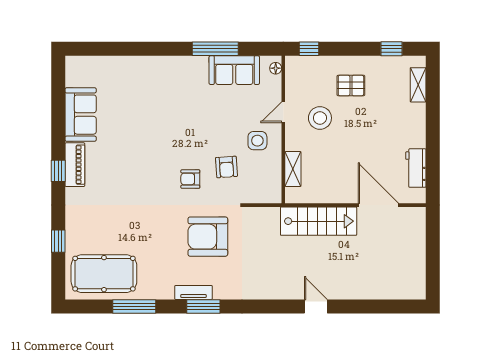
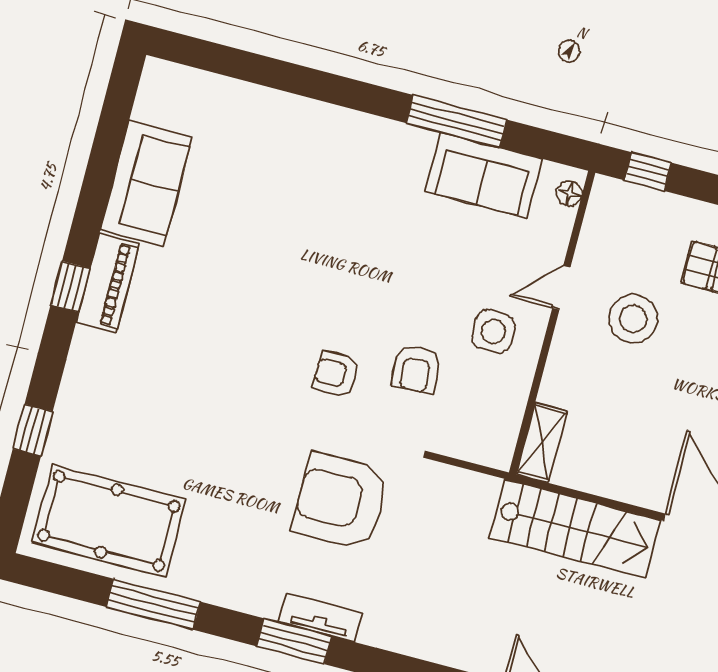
shelving: (293, 169) -> (542, 443), moved
tv unit: (193, 292) -> (321, 618), moved

